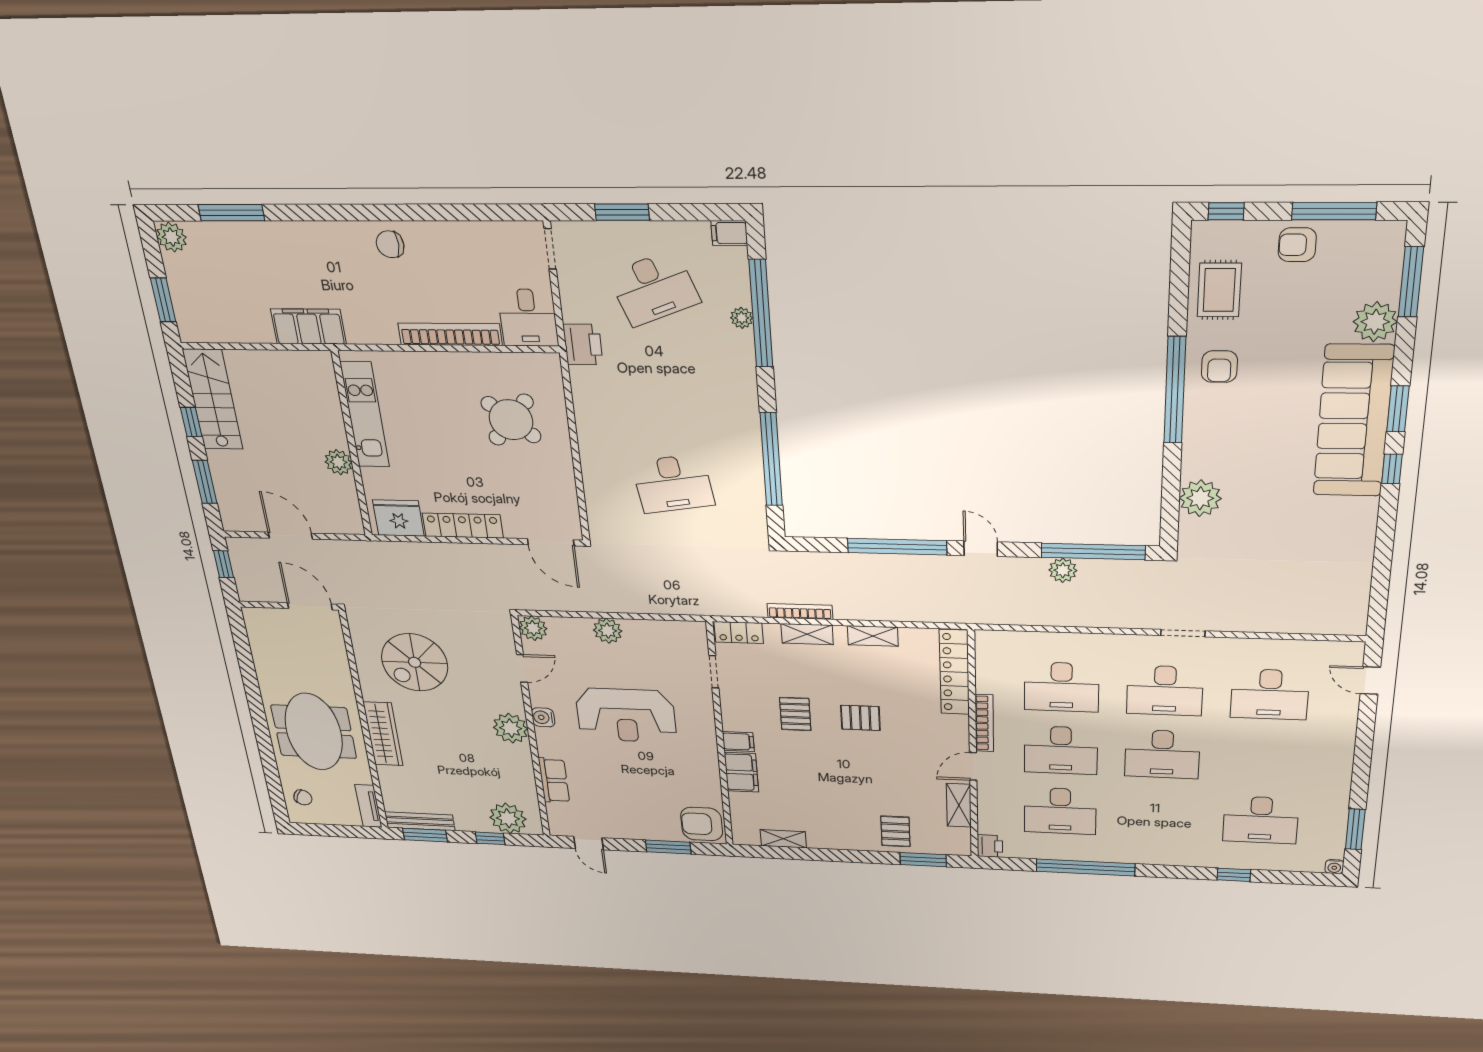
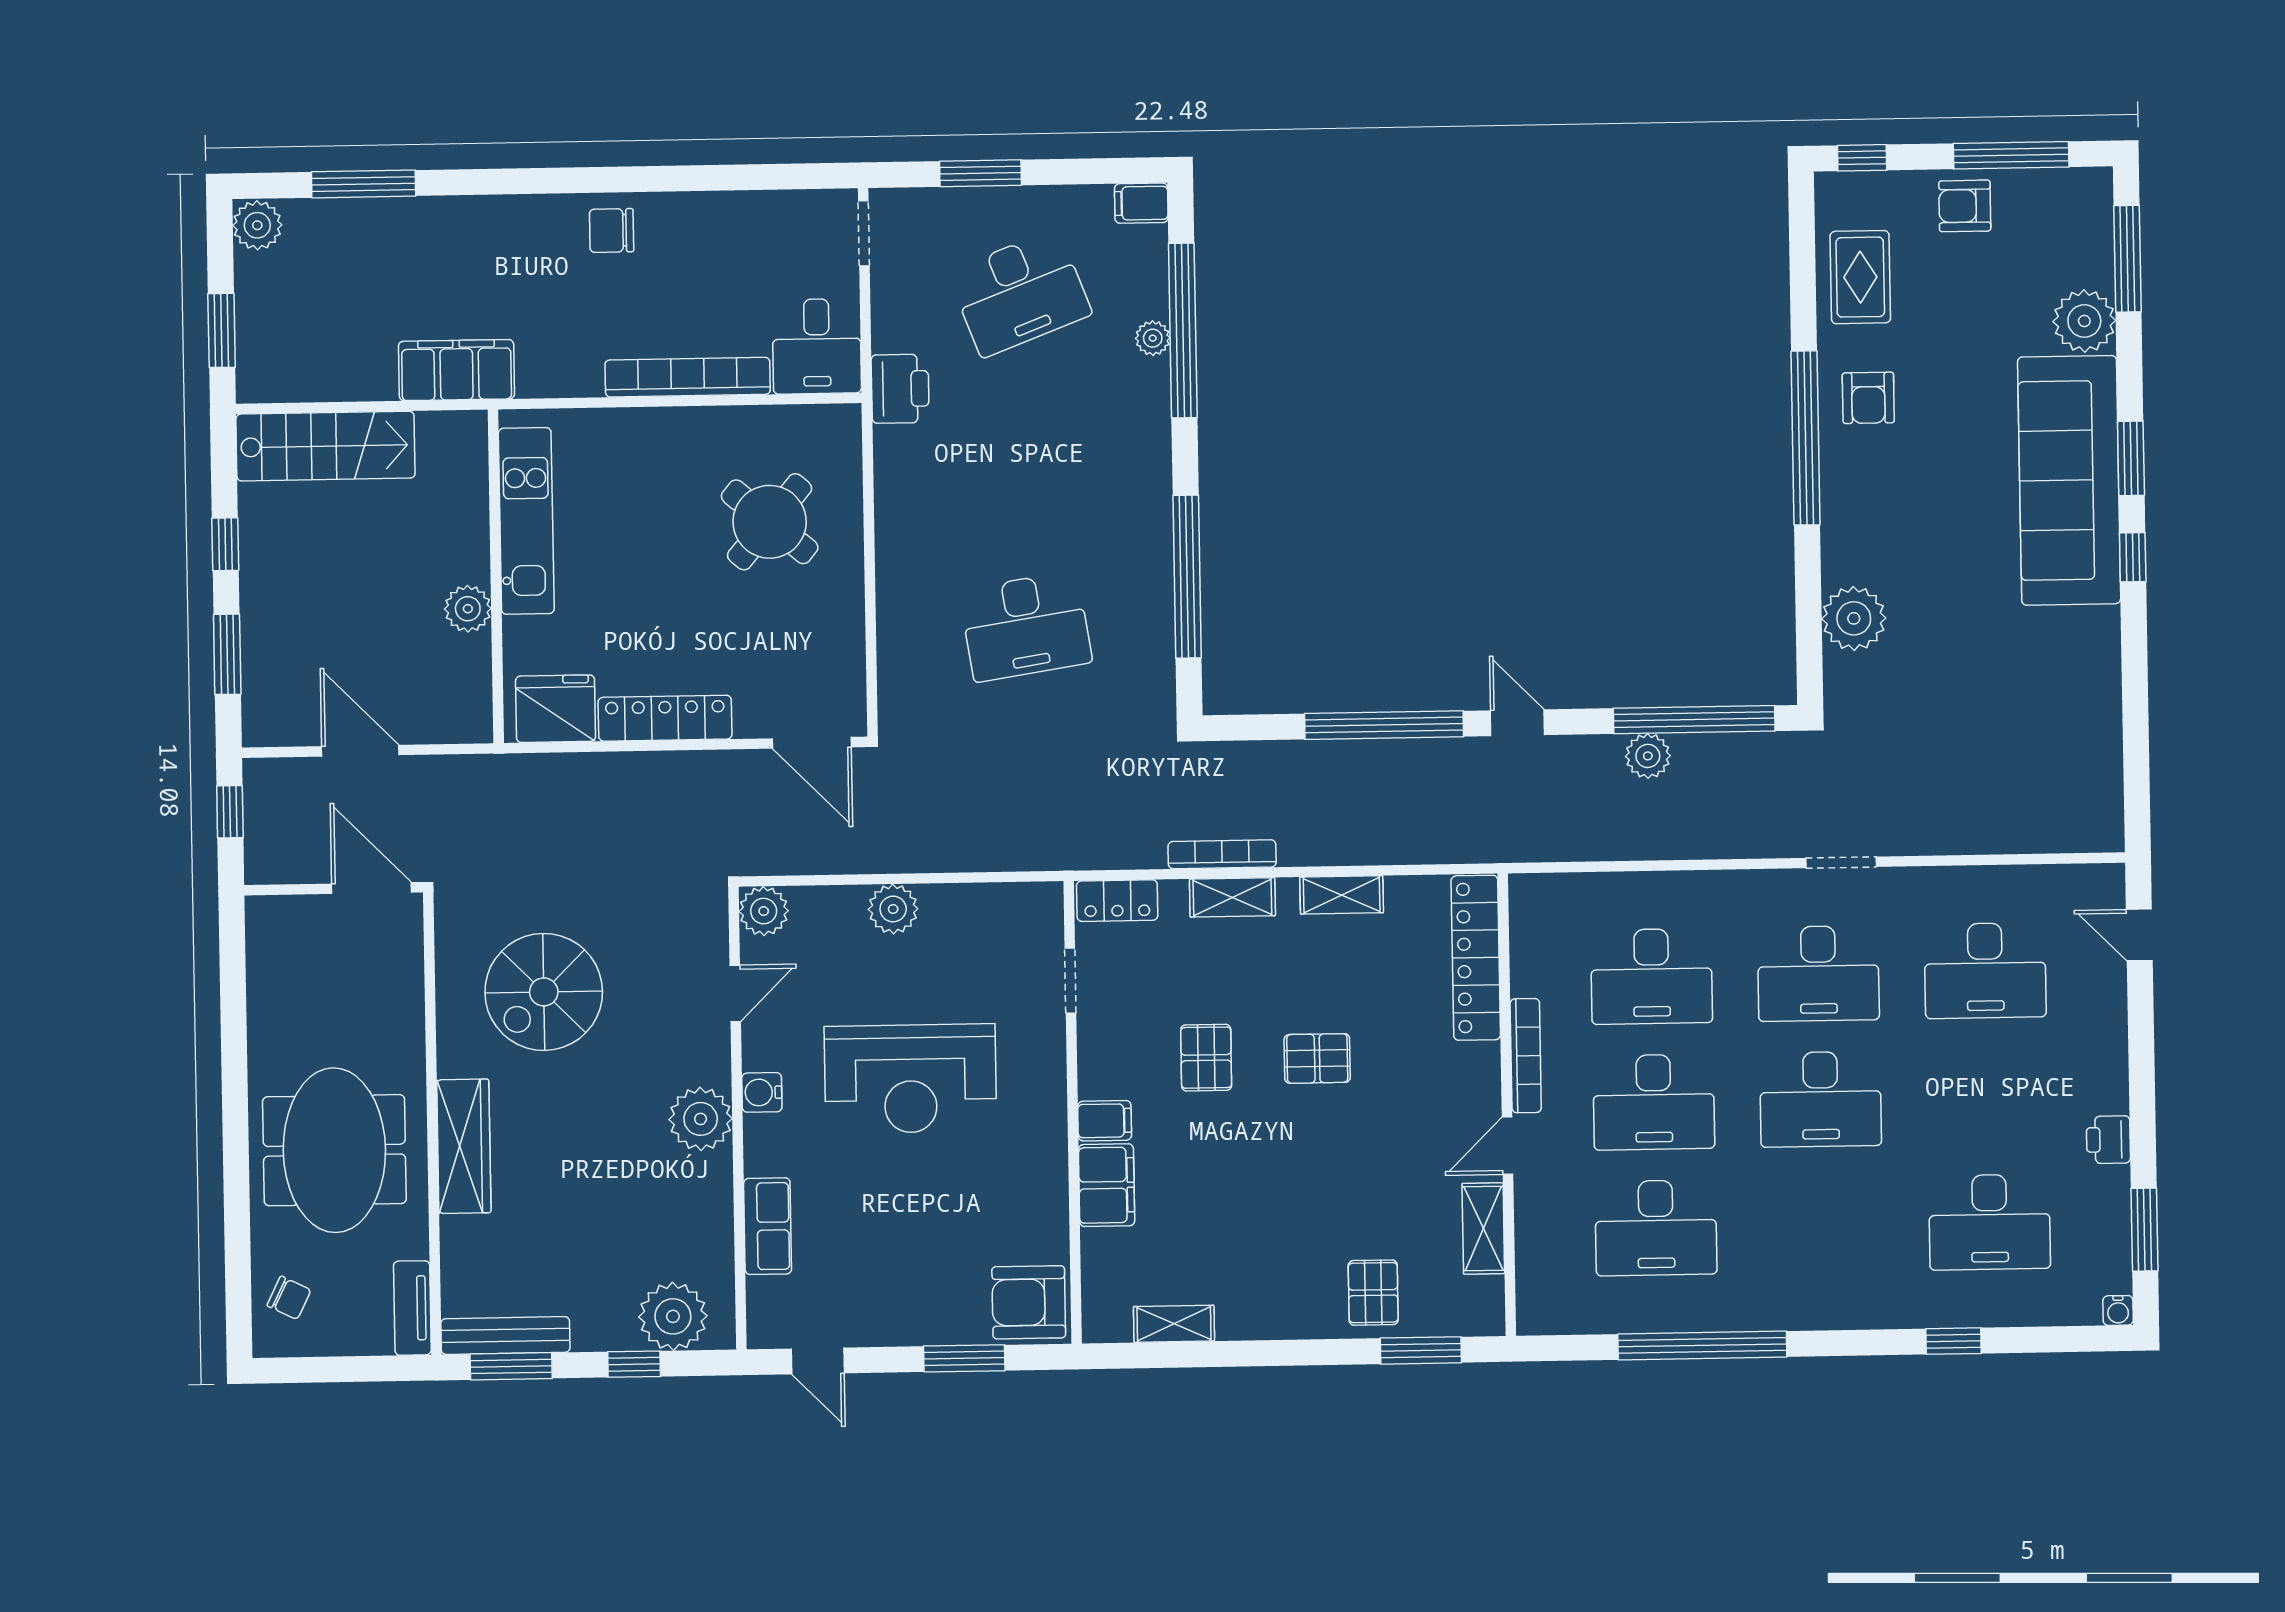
stairs: (213, 400) -> (325, 446), moved, turned 90
printer: (990, 846) -> (2108, 1140), moved, turned 180

